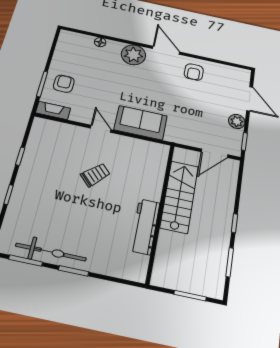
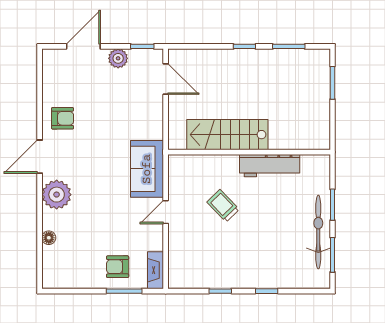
stairs: (179, 197) -> (227, 135), moved
wall: (160, 211) -> (249, 152), moved
workbench: (145, 227) -> (270, 166), moved

